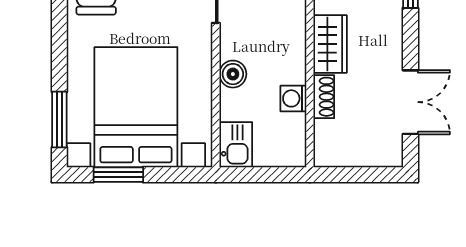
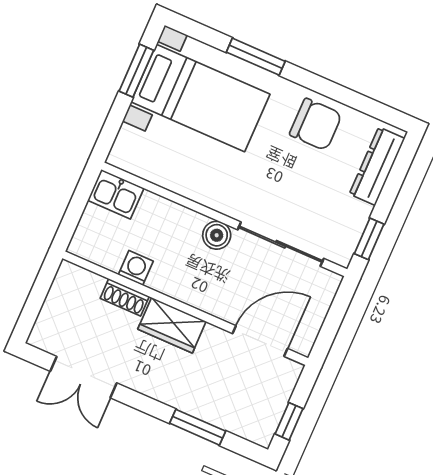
boiler: (233, 74) -> (217, 235), moved
bed with nightstands: (136, 107) -> (200, 98), width x0.73
window: (59, 120) -> (256, 57), moved

